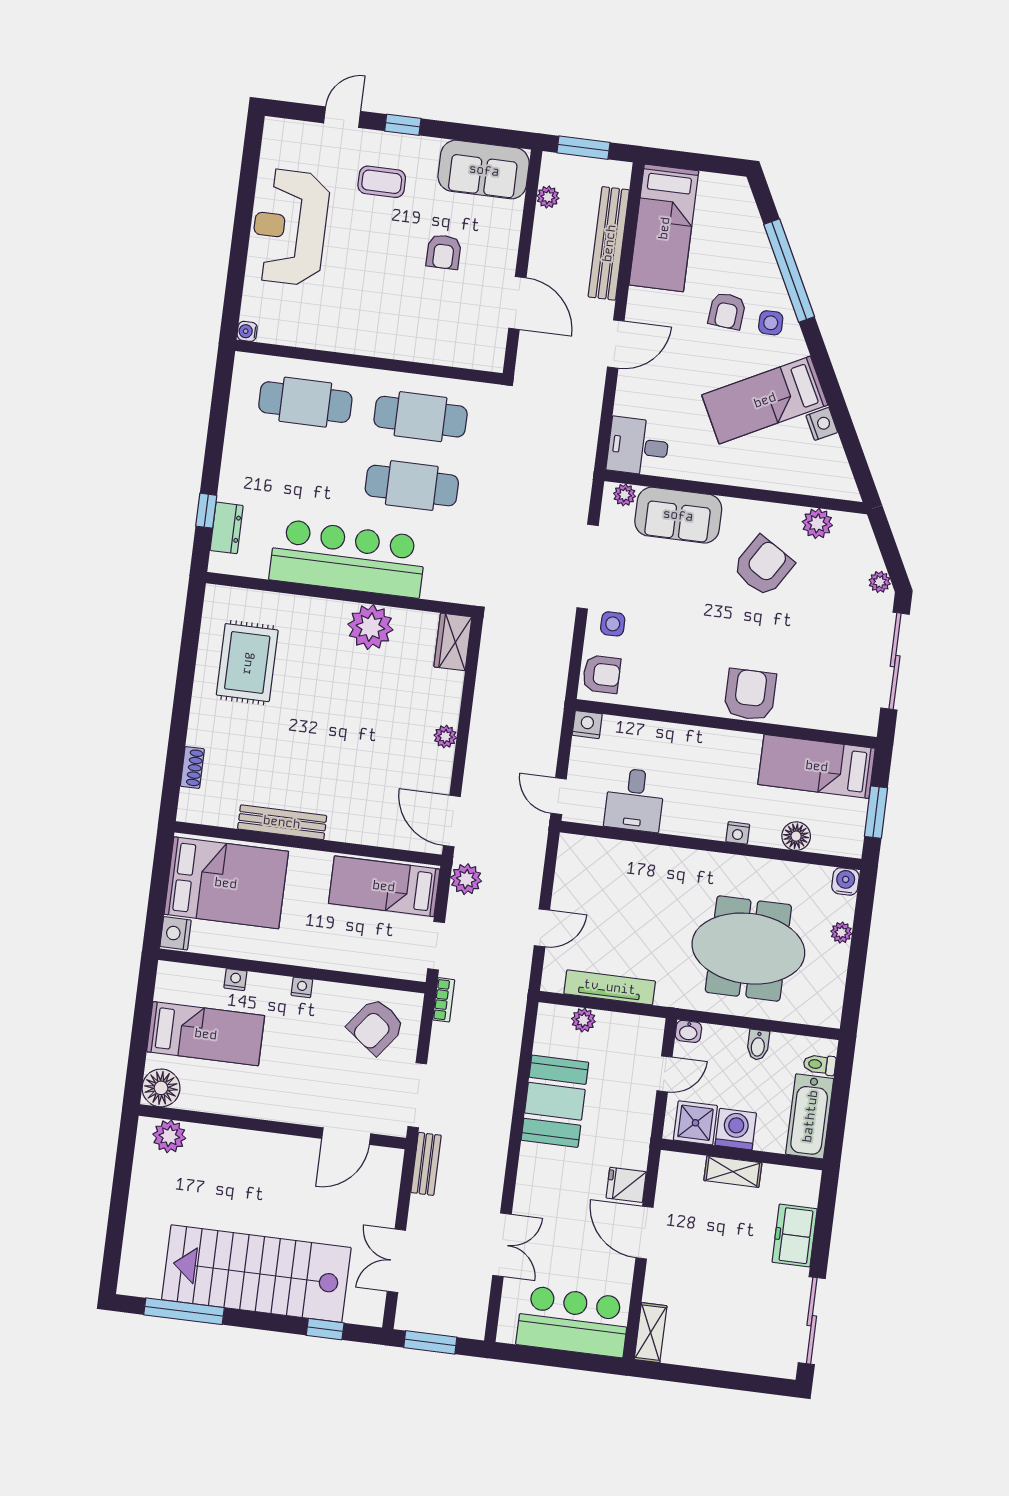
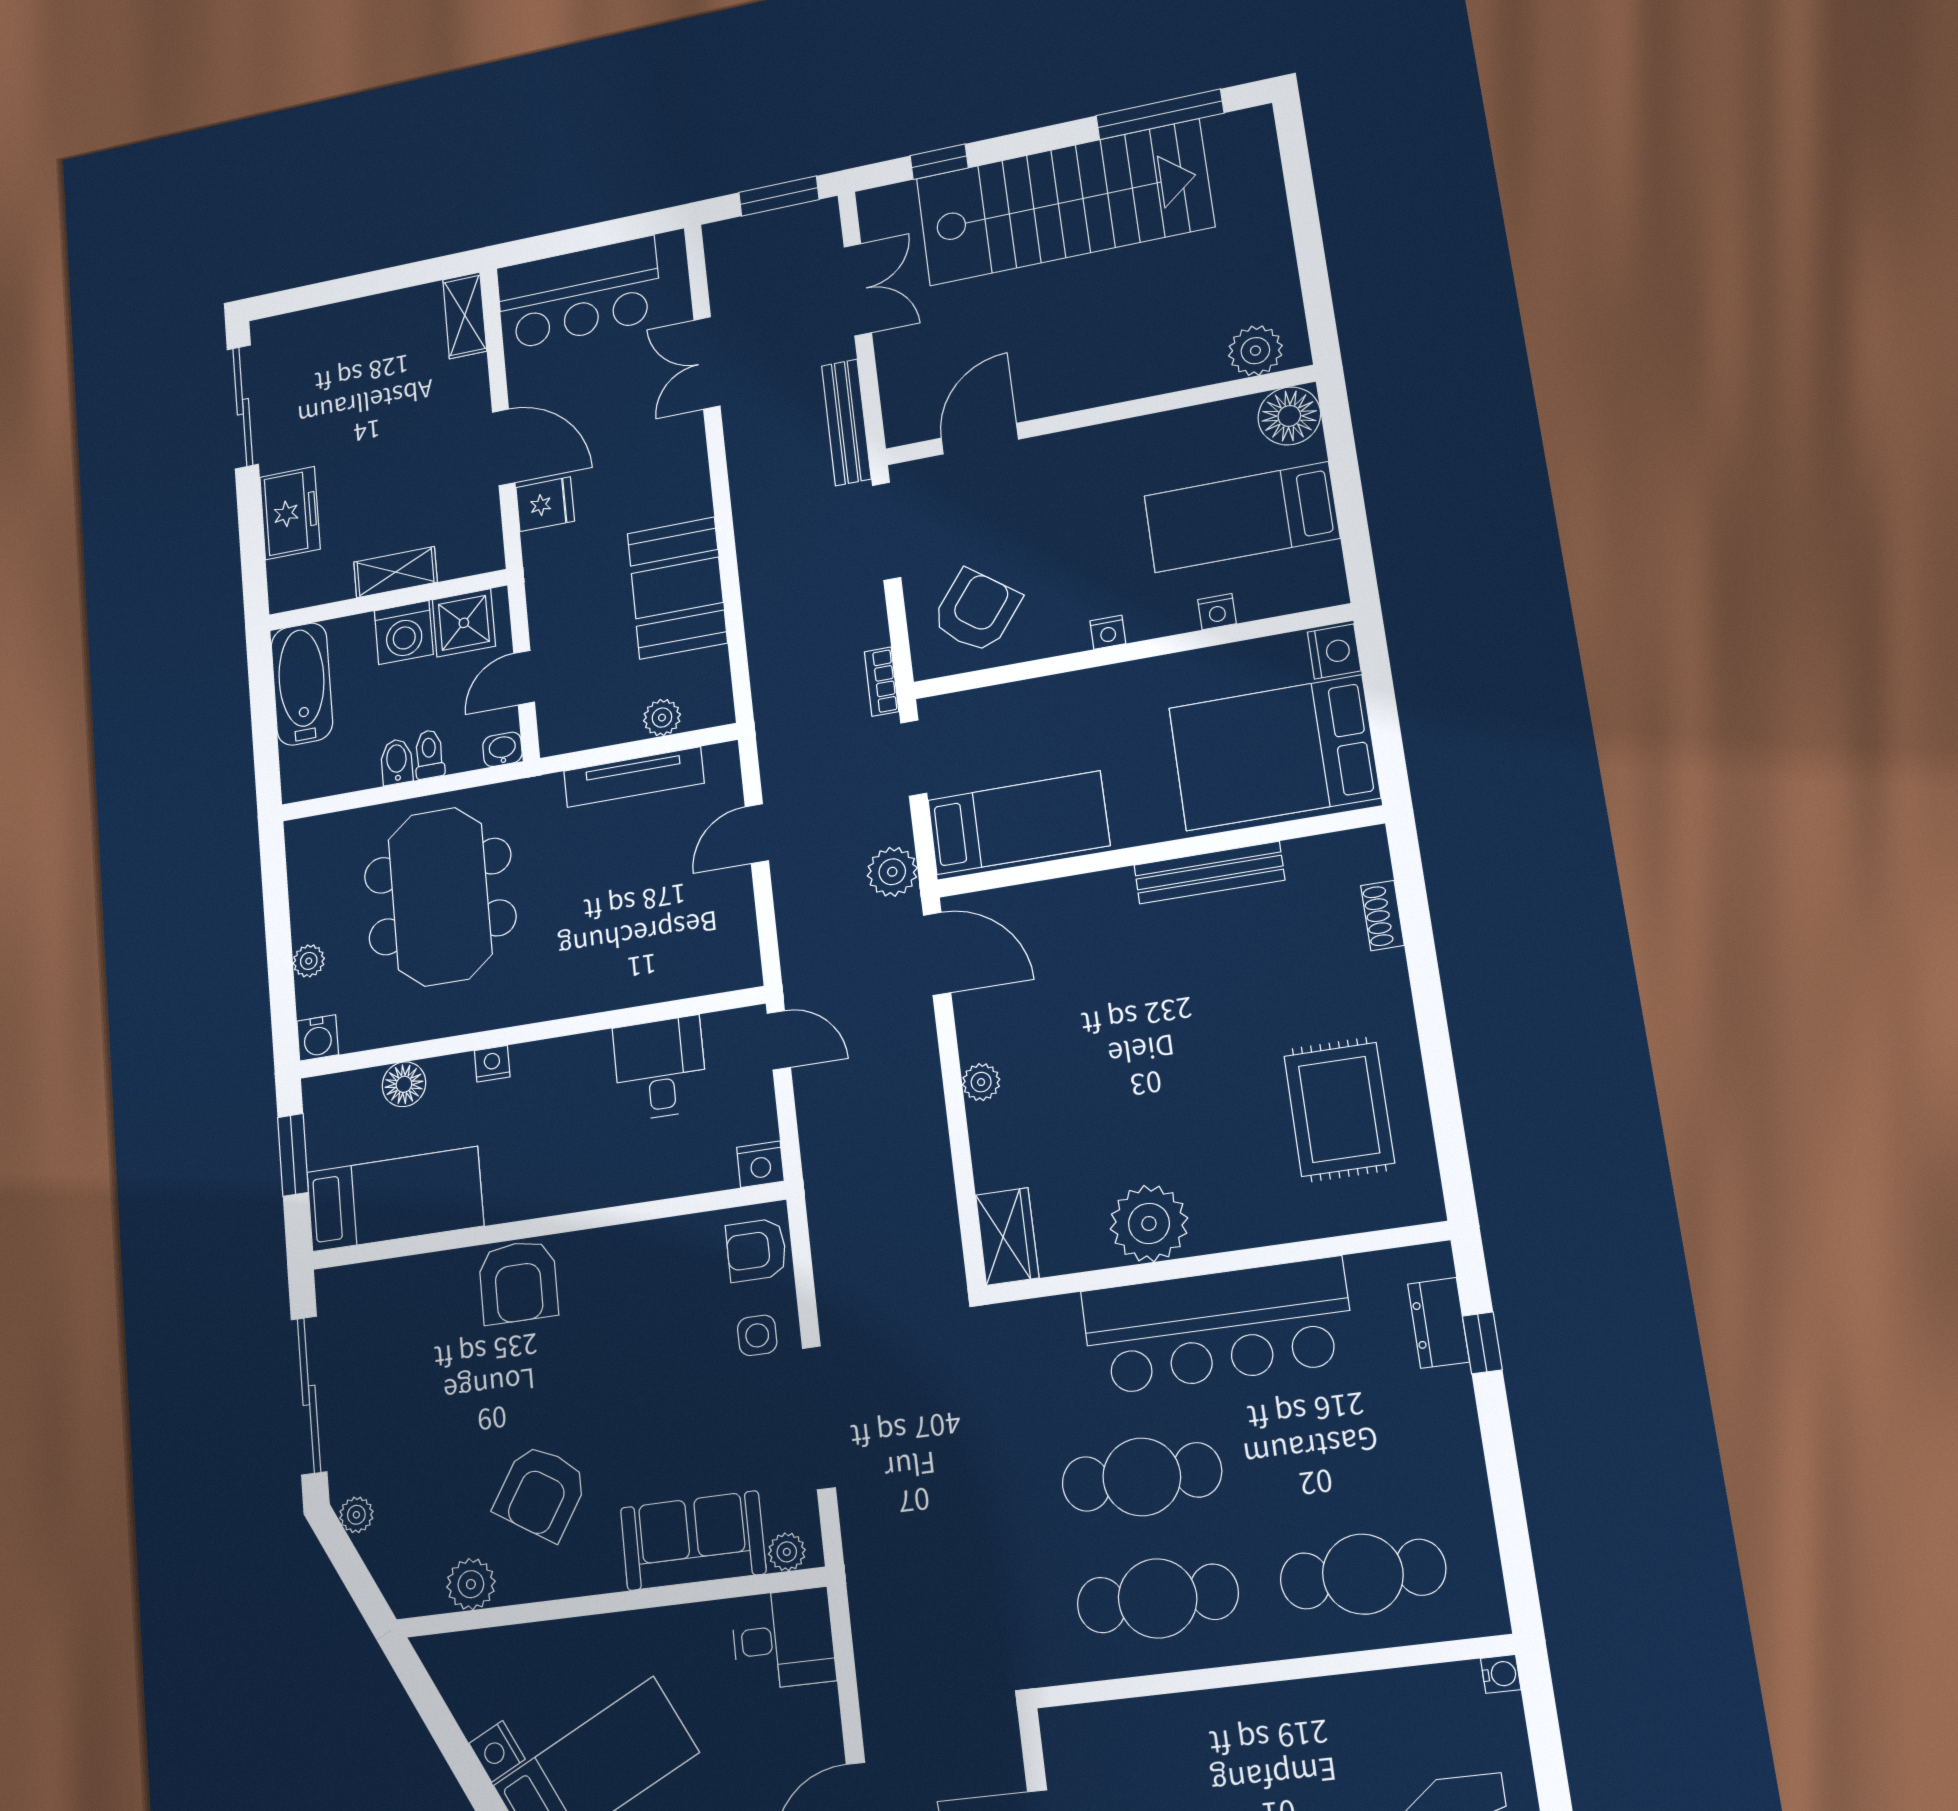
meeting table: (748, 949) -> (440, 897), turned 90
toilet: (819, 1065) -> (429, 754), moved, turned -90
bench: (426, 1164) -> (846, 422), width x1.36

